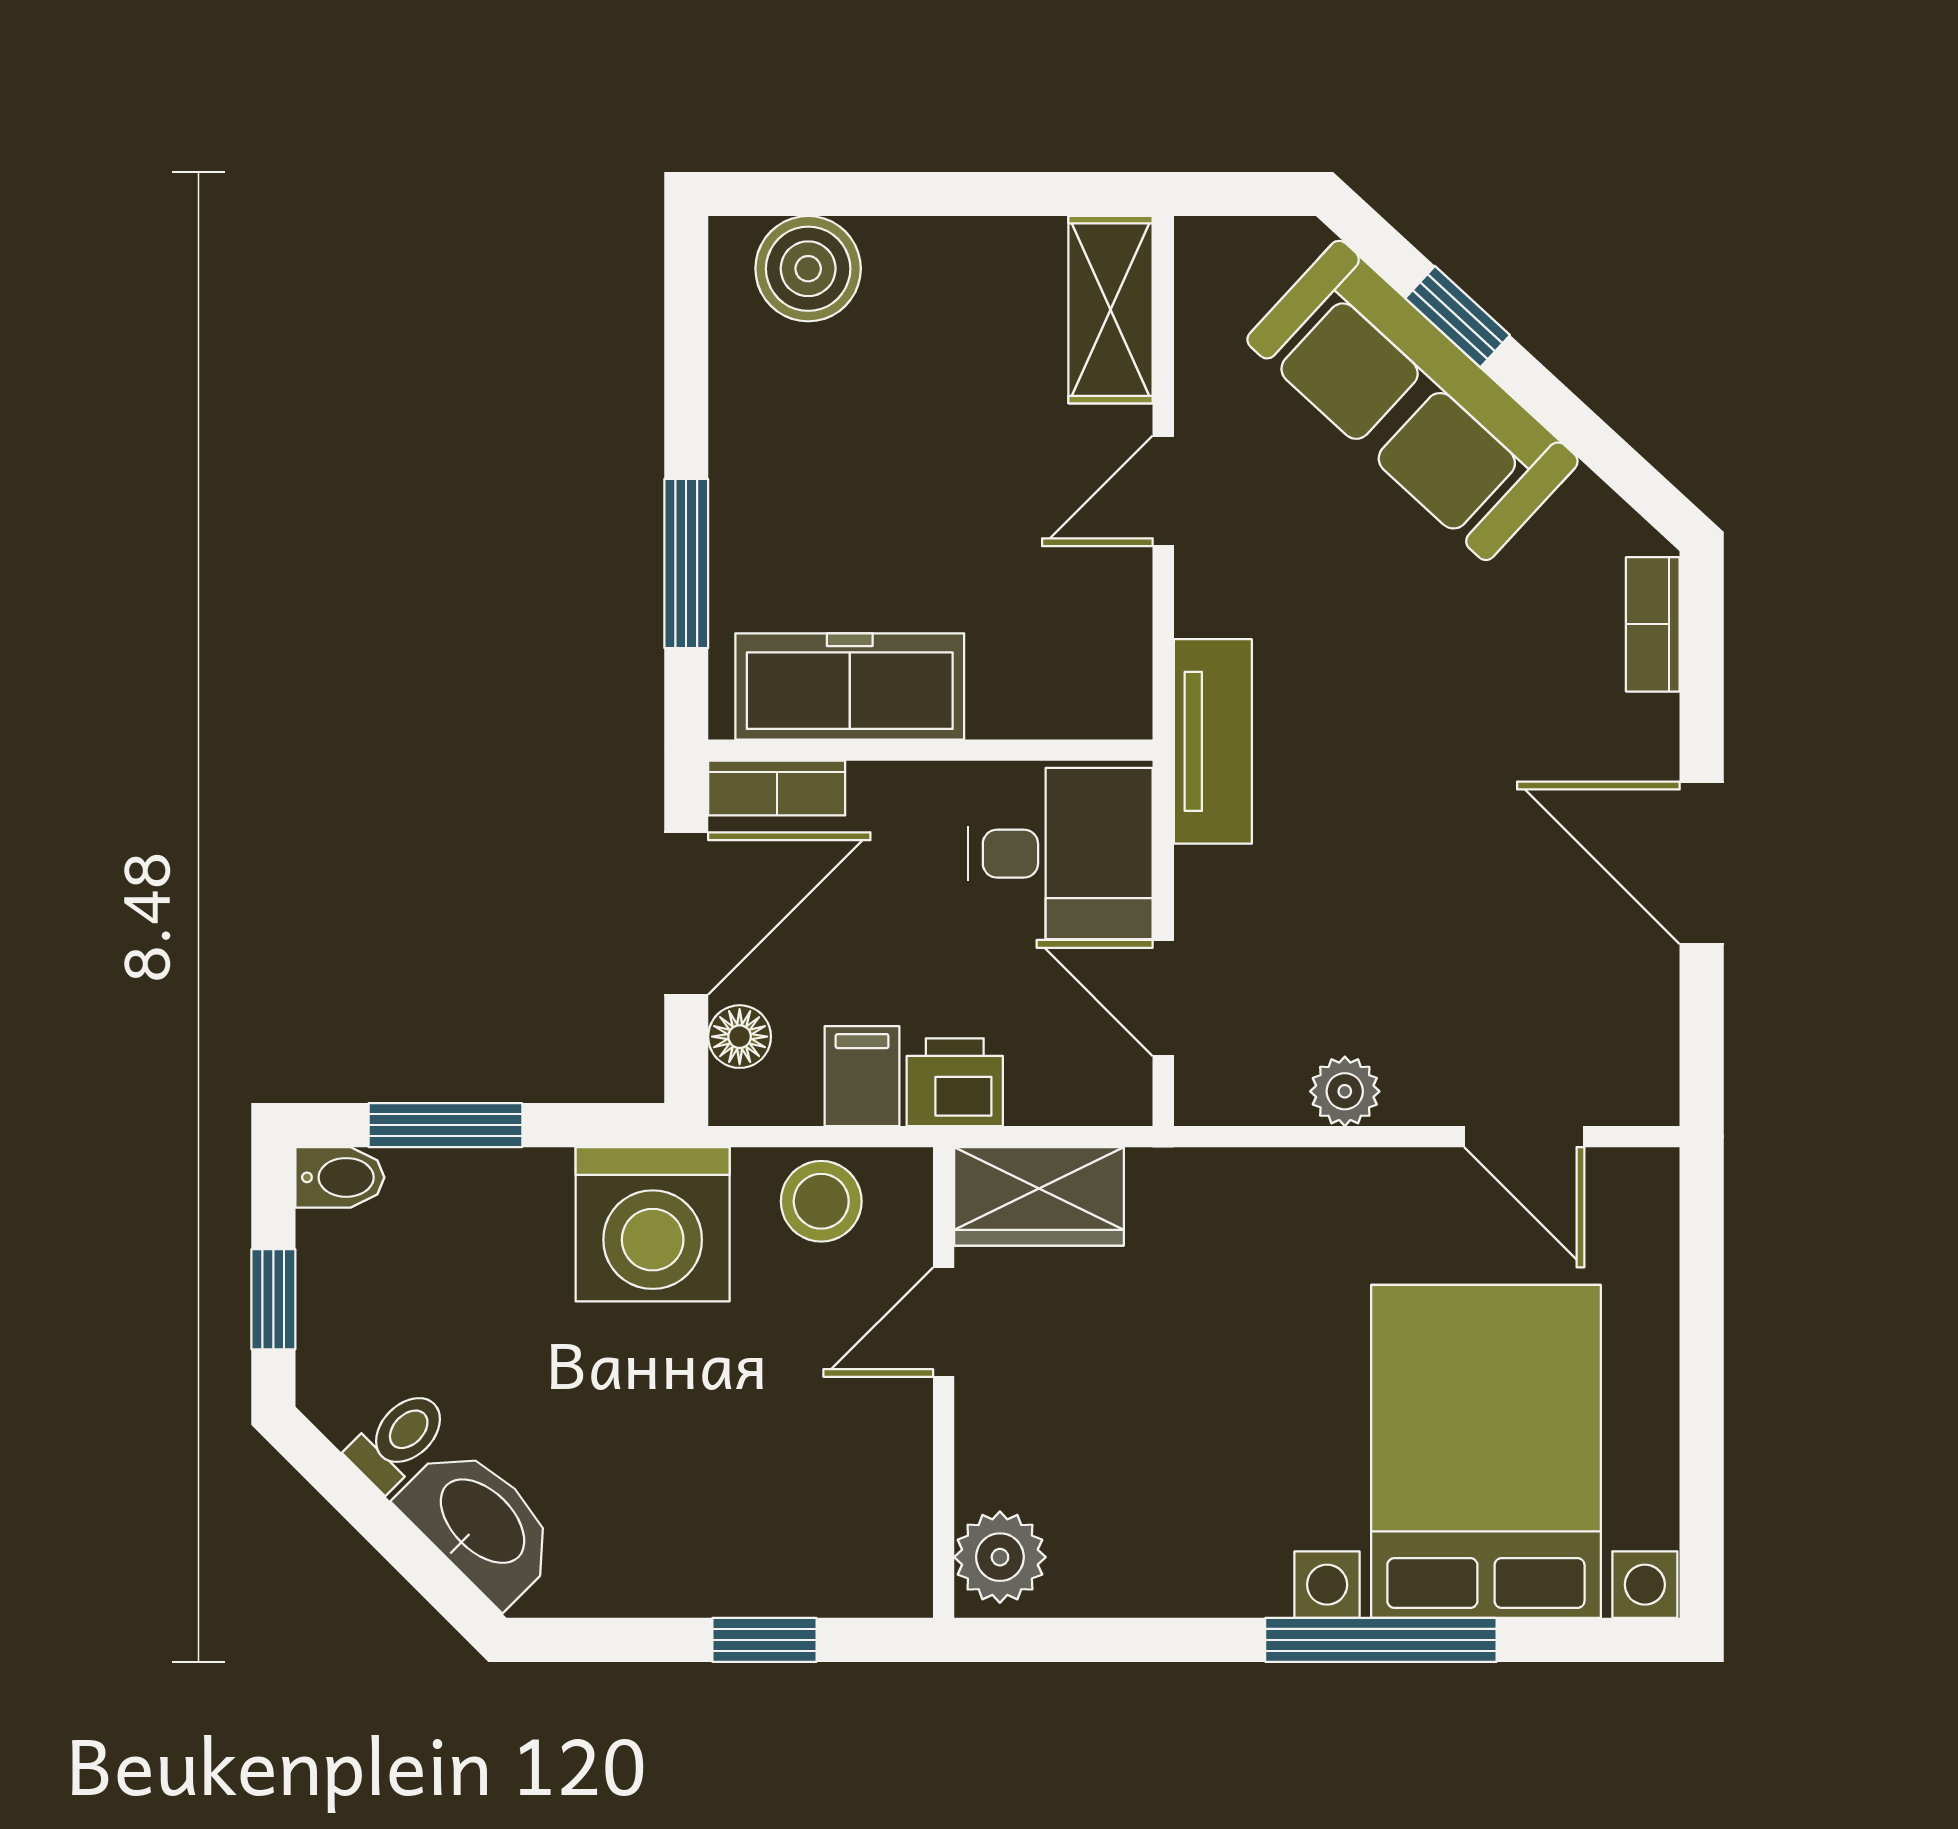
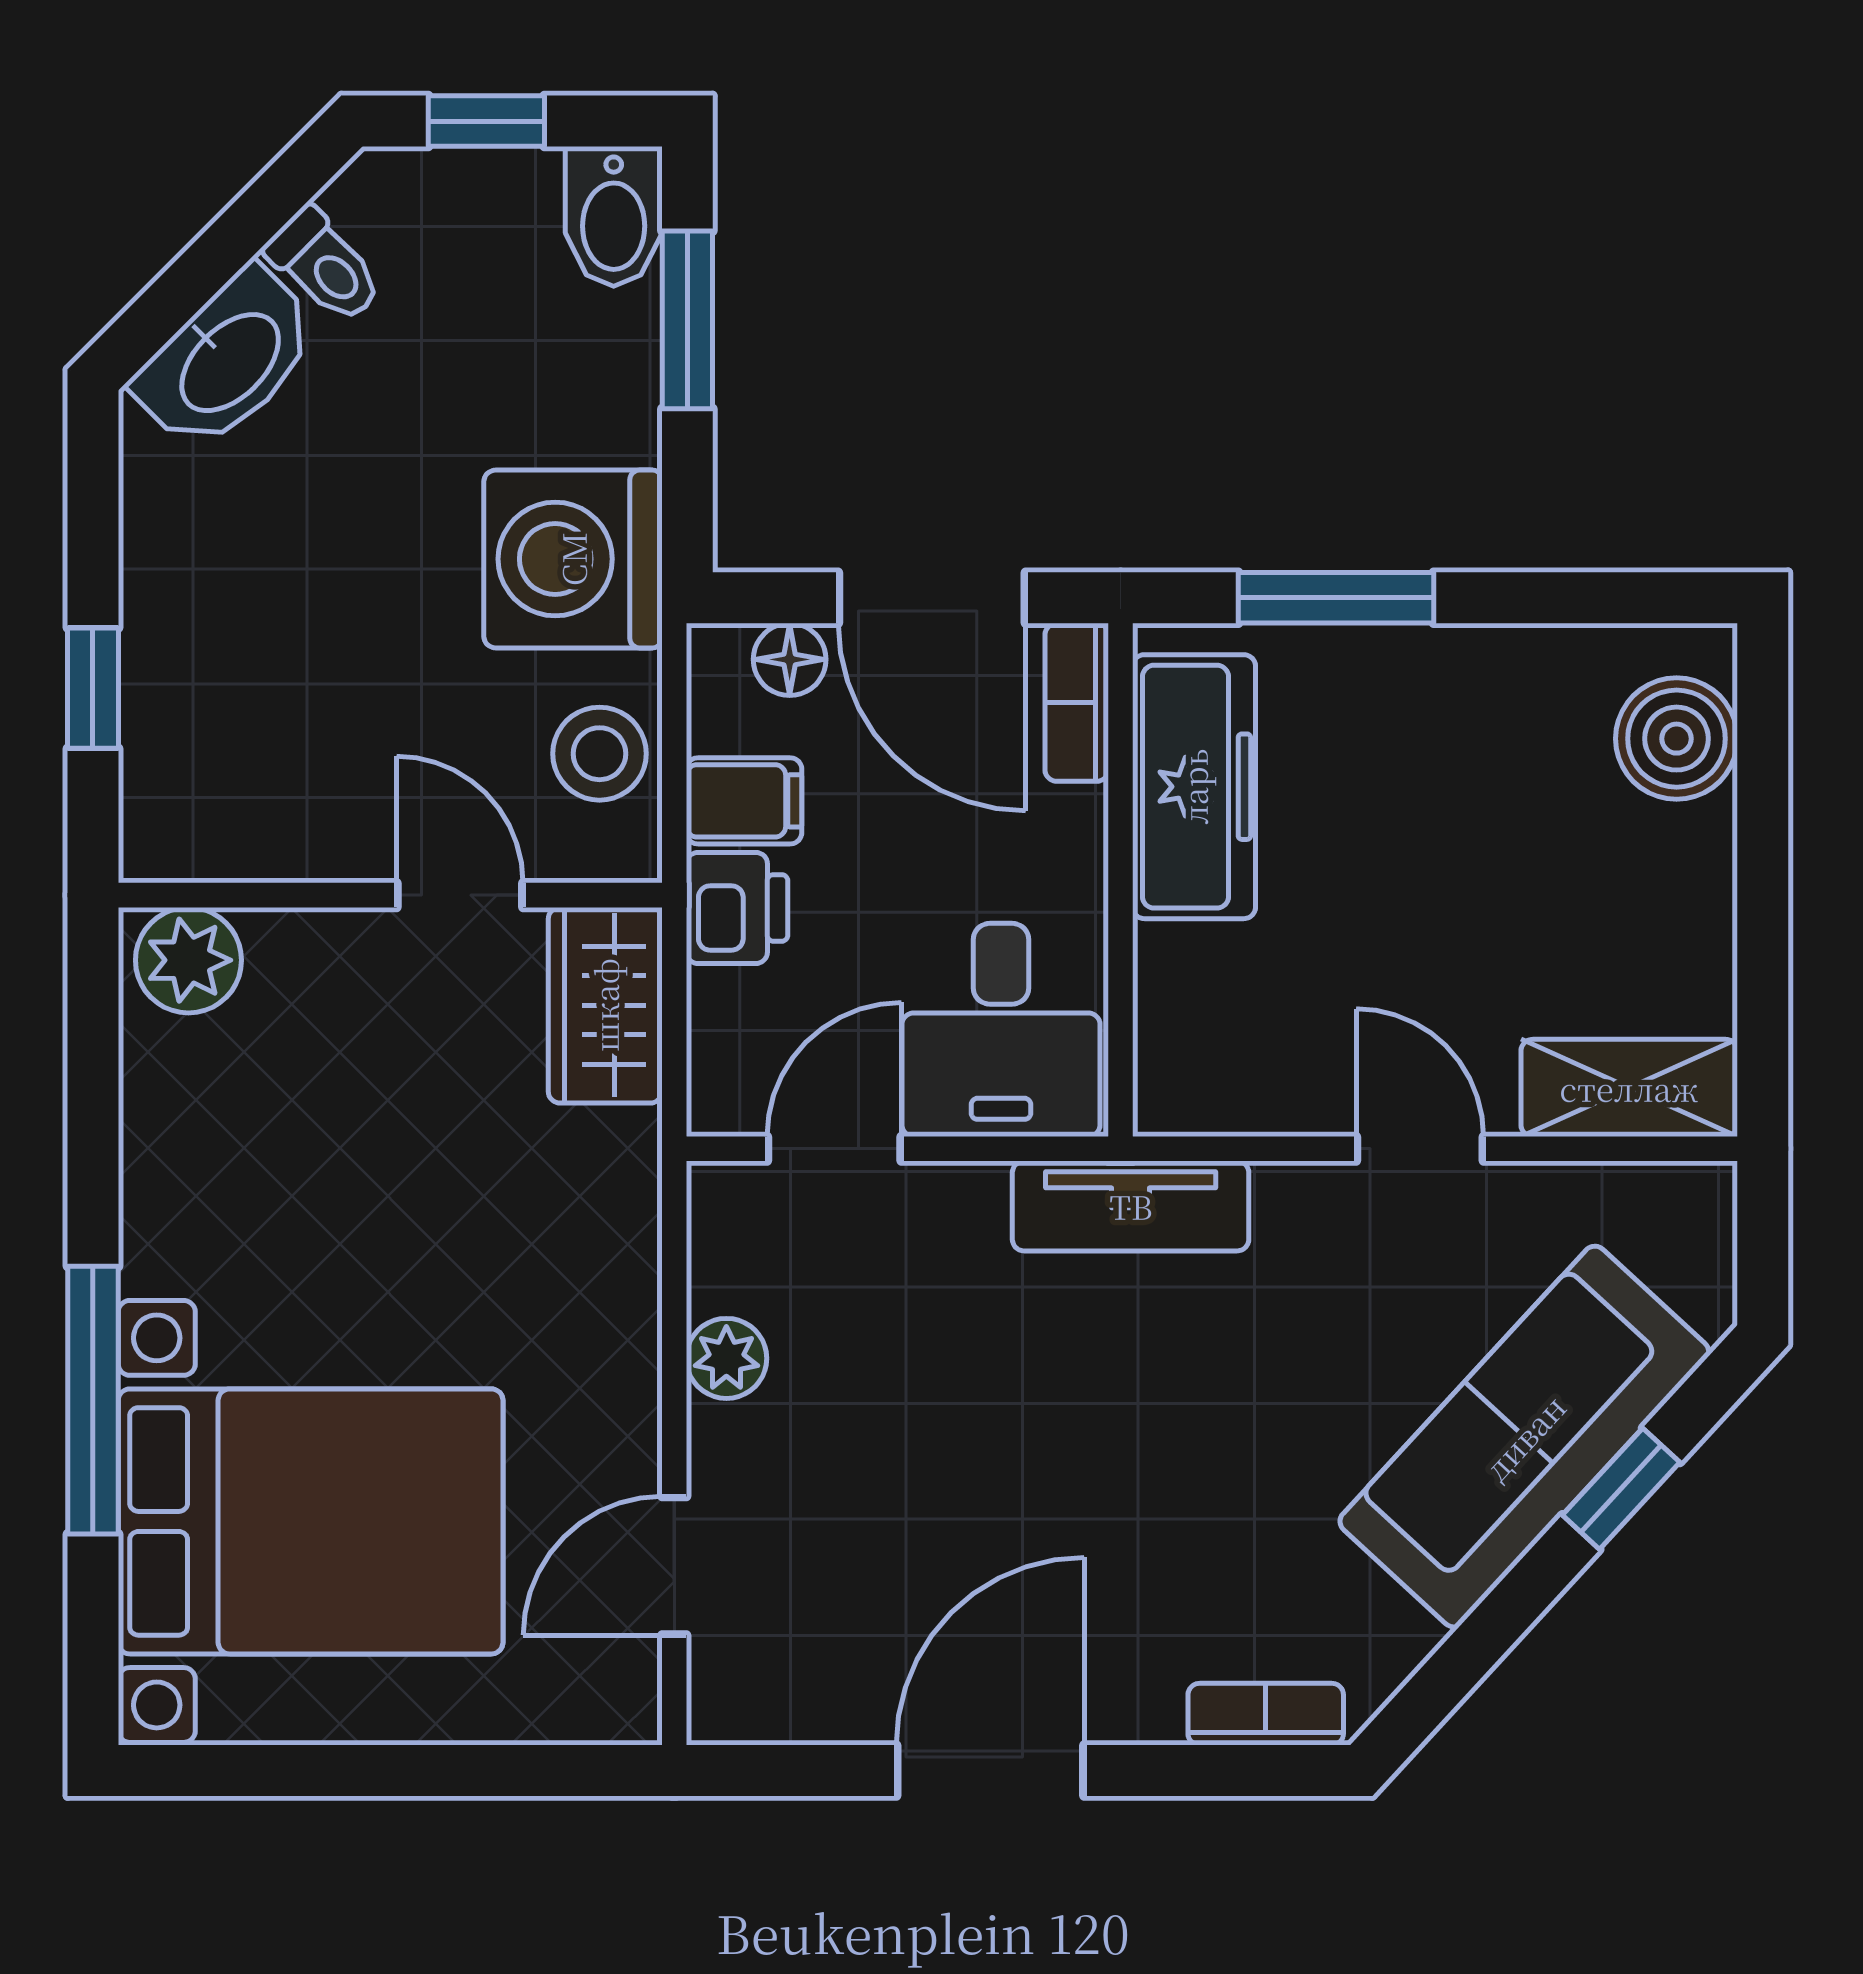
bidet: (340, 1177) -> (614, 216), width x1.38, depth x1.36

